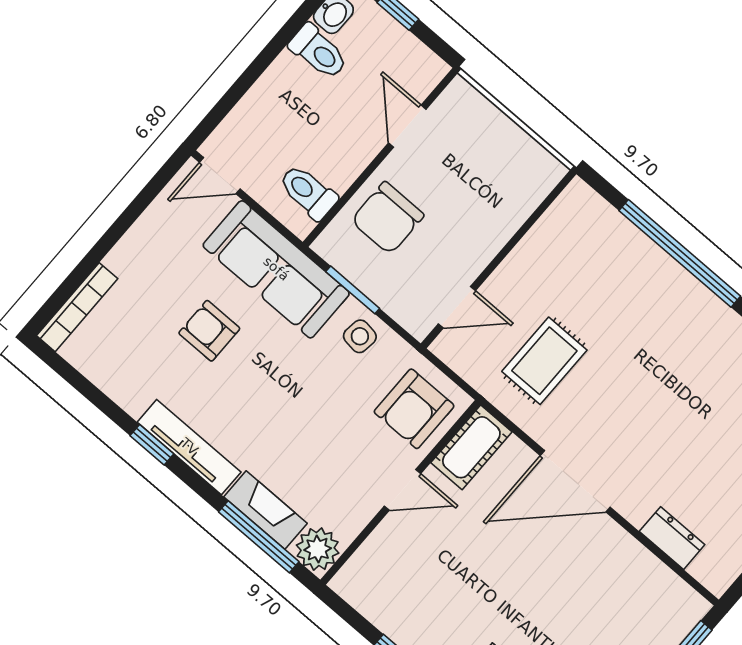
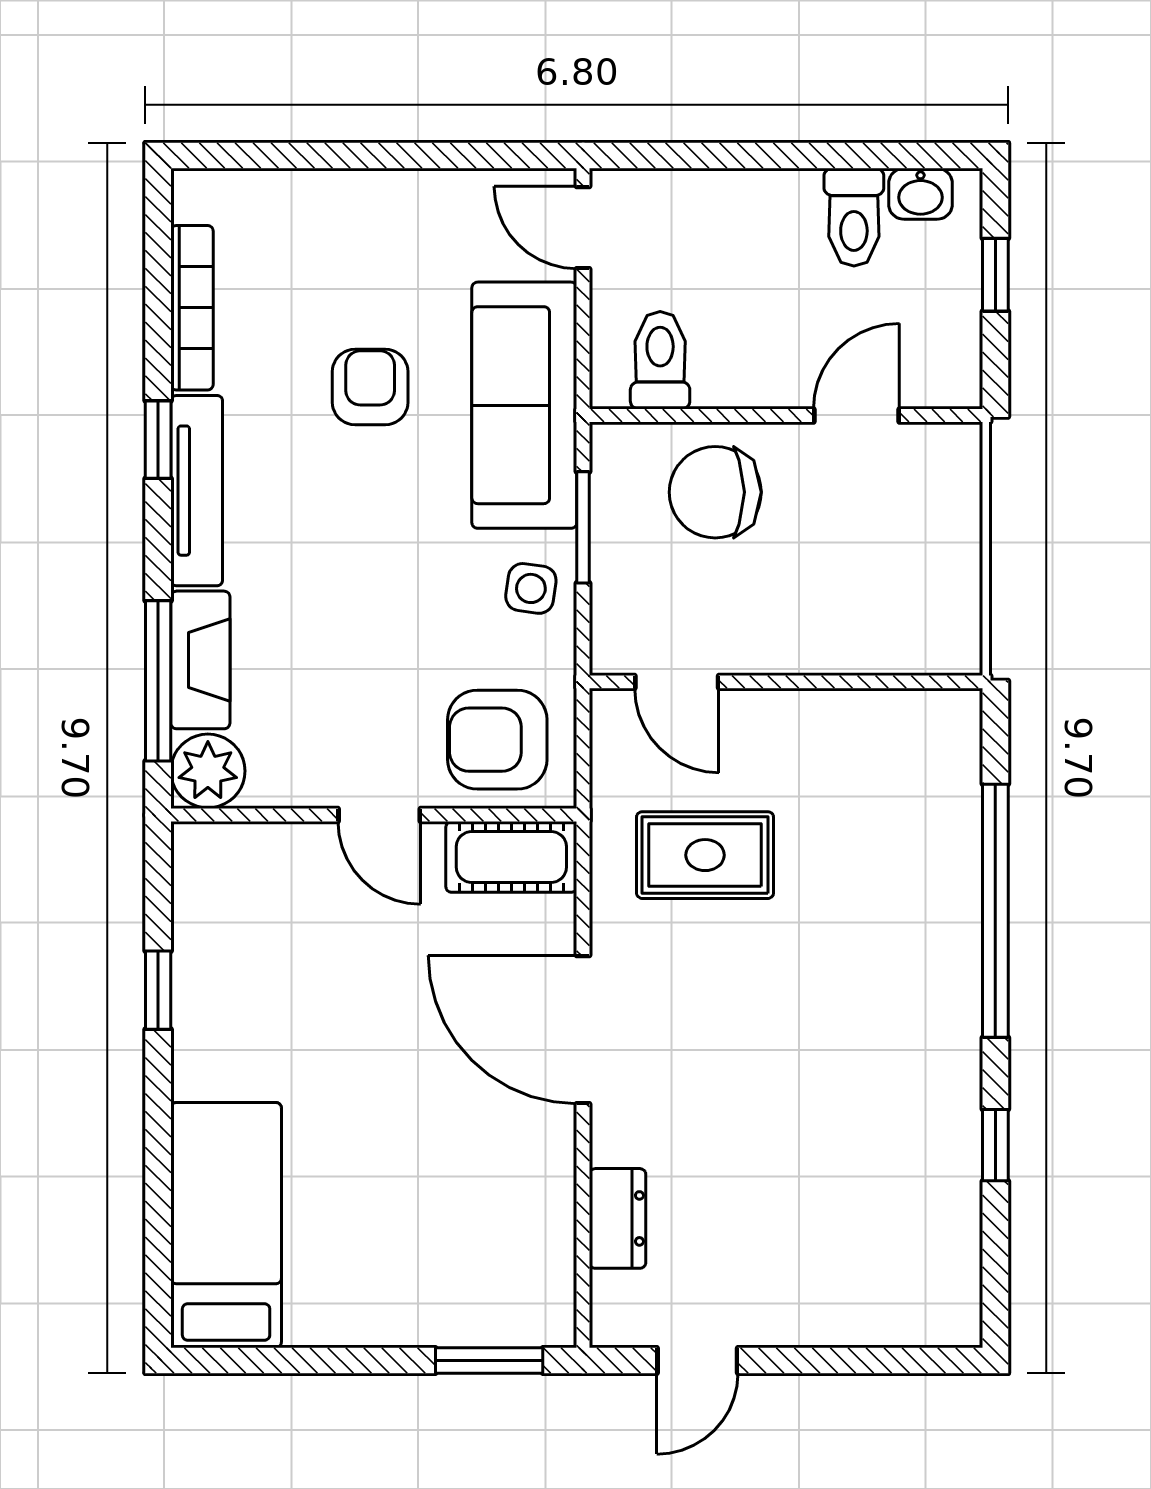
bookcase: (77, 307) -> (192, 308), moved, turned -90

